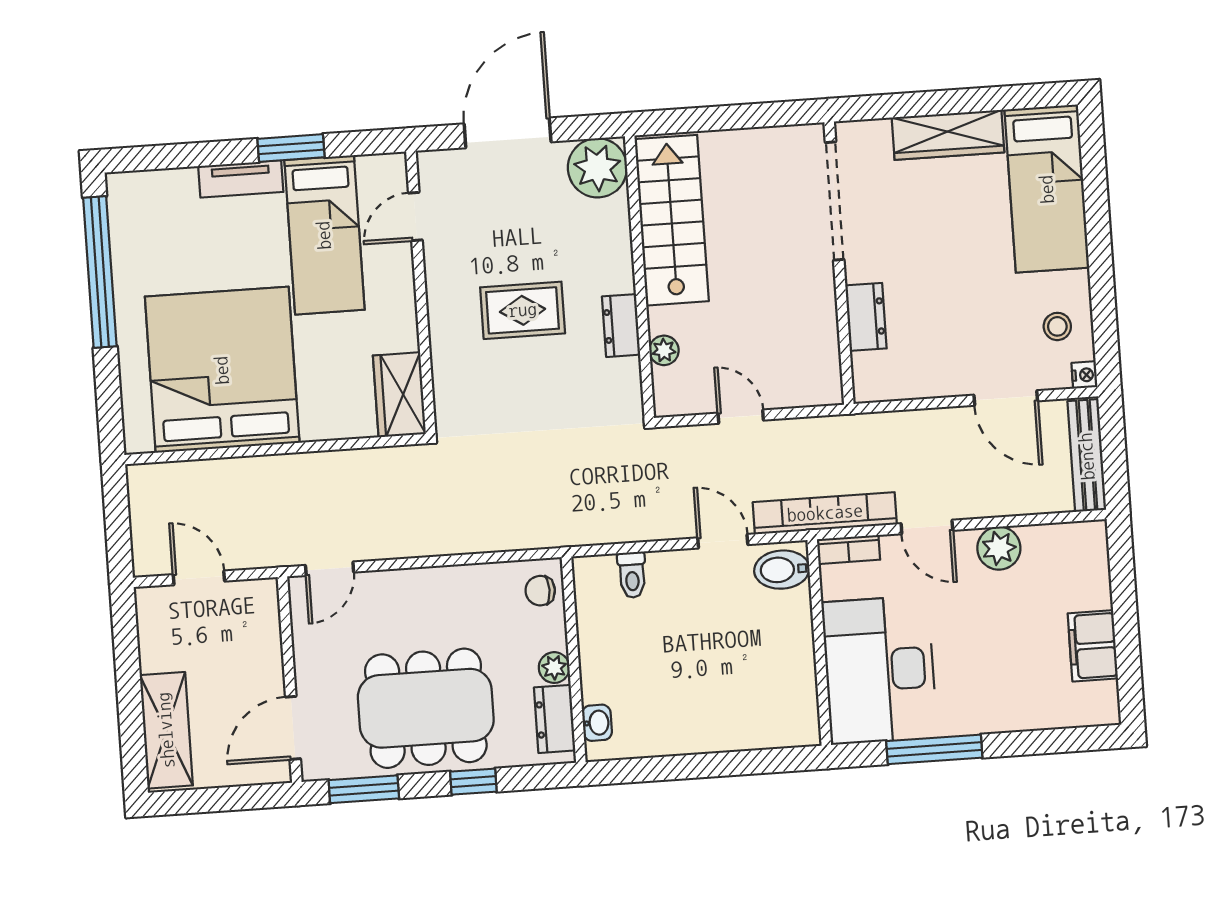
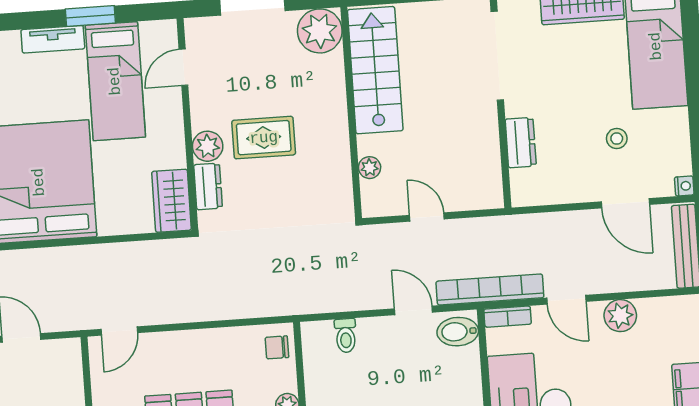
plant: (448, 322) -> (208, 146), added
dresser: (621, 326) -> (208, 186), moved, turned 180
stool: (1057, 326) -> (617, 138), moved

